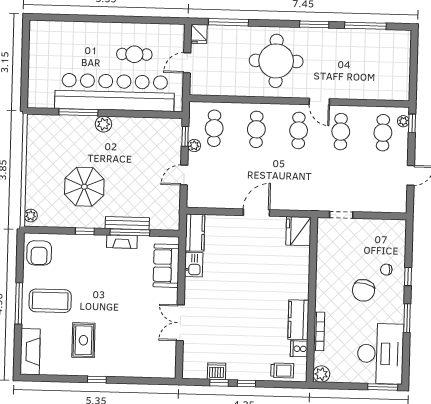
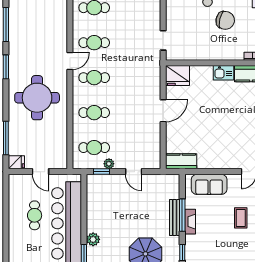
door: (256, 213) -> (163, 111), swing flipped
kitchen sink: (194, 265) -> (224, 73), moved, turned 180
coffee table: (125, 303) -> (241, 218), added

